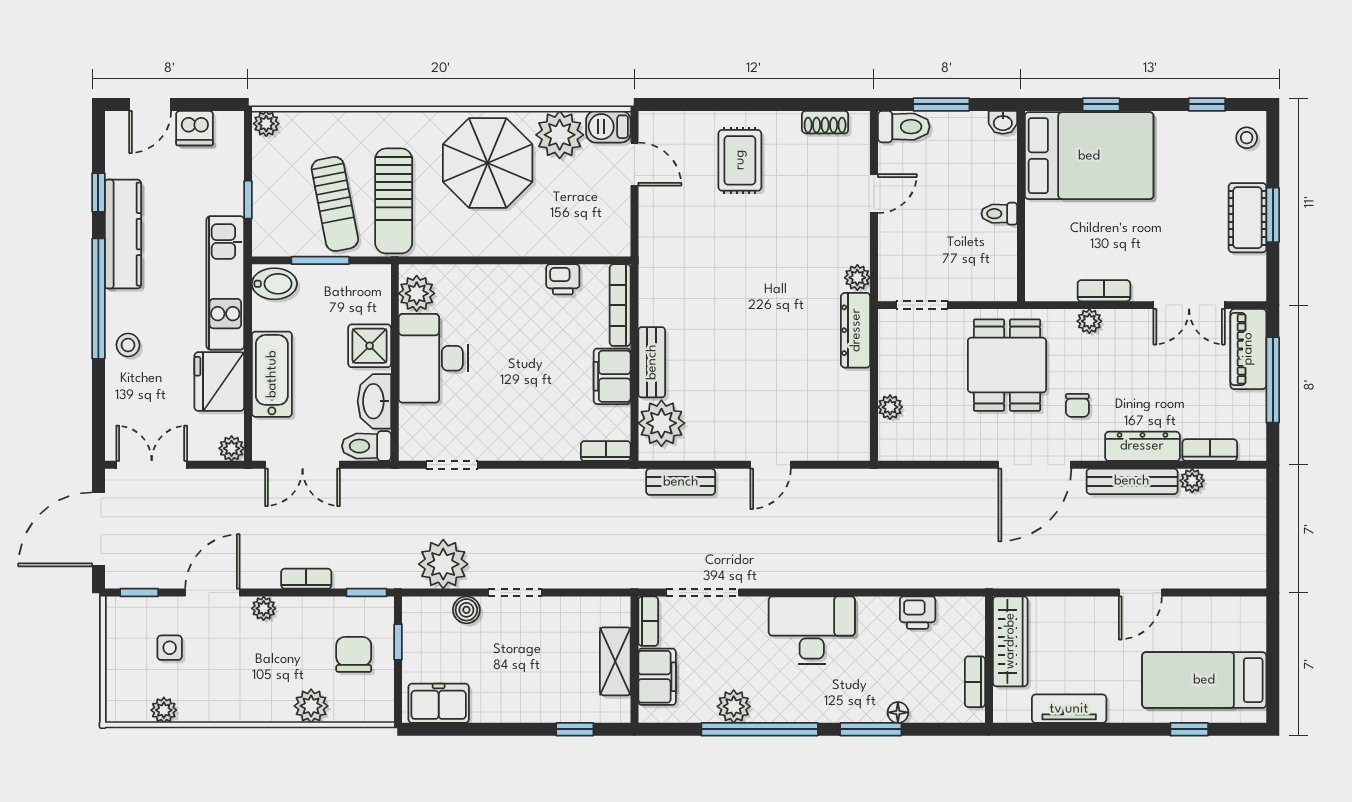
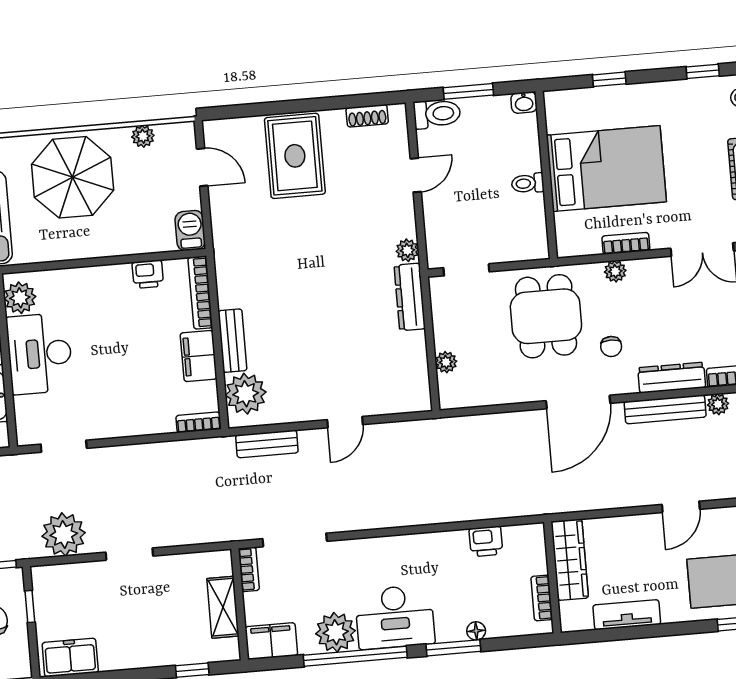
barbecue: (608, 127) -> (190, 231), moved, turned 90
plant: (560, 135) -> (143, 136), width x0.53, depth x0.53
bed: (1089, 156) -> (606, 169), moved
rug: (740, 160) -> (295, 156), width x1.36, depth x1.43
boiler: (466, 610) -> (88, 573), removed
desk: (812, 630) -> (395, 617), moved, turned 180
filing cabinet: (657, 677) -> (271, 641), moved, turned -90
plant: (734, 706) -> (336, 632), width x1.36, depth x1.36

